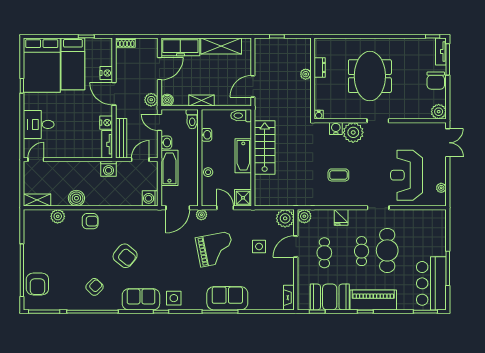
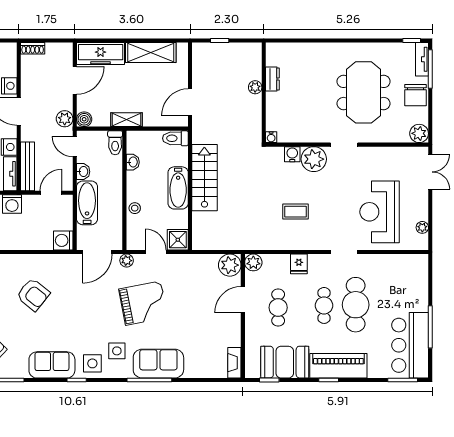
meeting table: (370, 76) -> (364, 92), moved
side table: (259, 246) -> (117, 351), moved
armchair: (125, 256) -> (33, 295), moved

